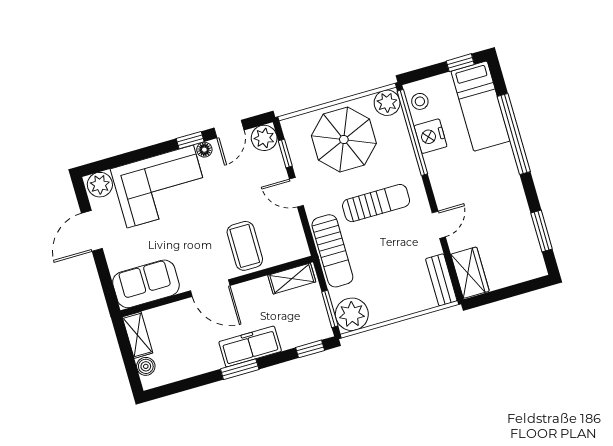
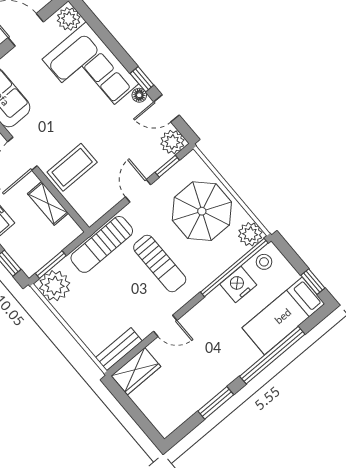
window: (542, 231) -> (216, 403), moved
shelving: (292, 279) -> (48, 203), moved

